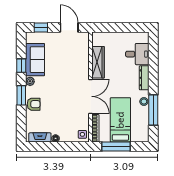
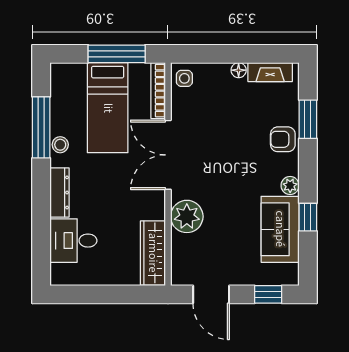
wardrobe: (98, 62) -> (153, 253), moved
plant: (81, 66) -> (187, 216), added
window: (21, 95) -> (308, 119), moved

